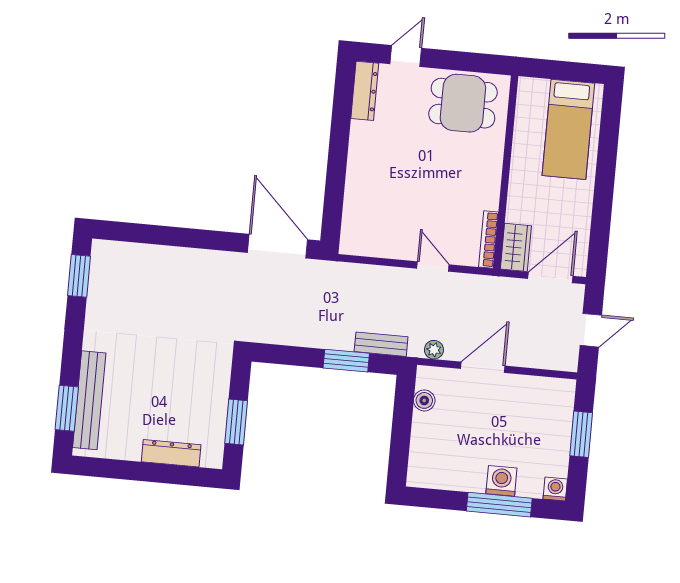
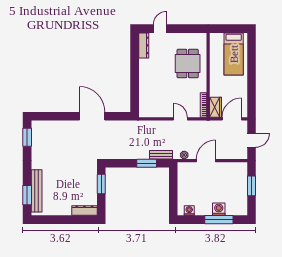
dining table: (463, 103) -> (188, 64), moved, turned 90
door: (278, 246) -> (92, 116), moved
boiler: (424, 400) -> (182, 177), removed
window: (236, 422) -> (101, 184), moved
dresser: (171, 453) -> (84, 211), moved
washing machine: (555, 489) -> (189, 211), moved

